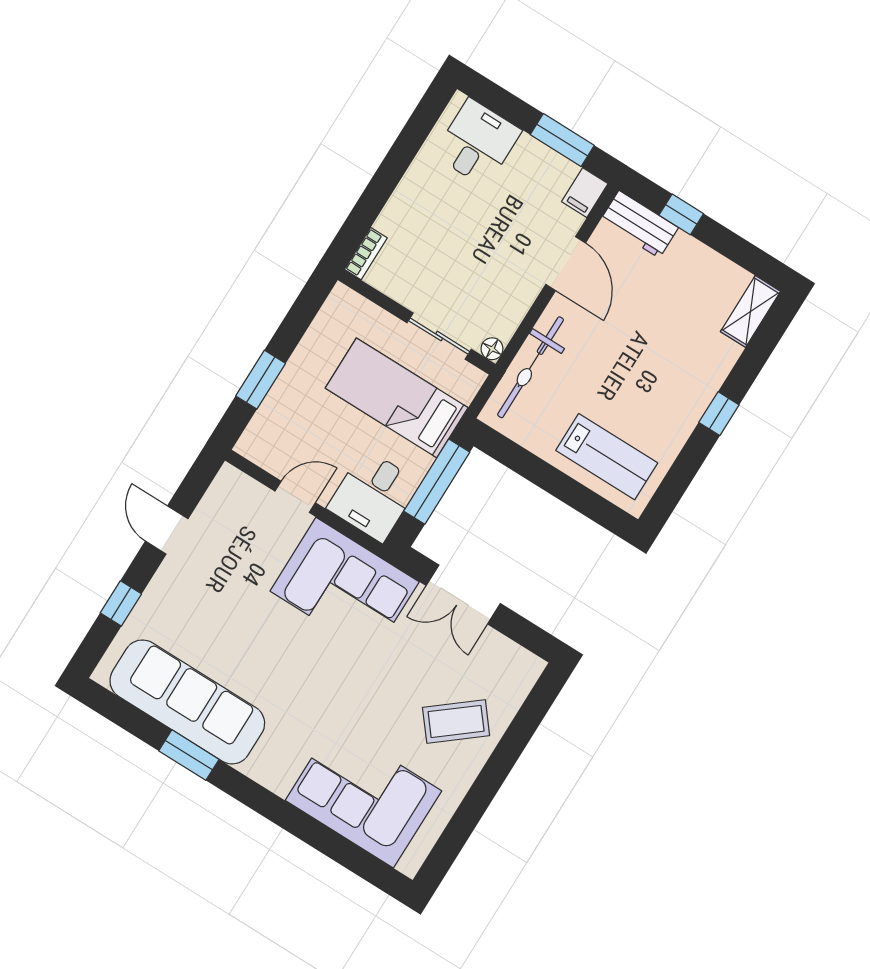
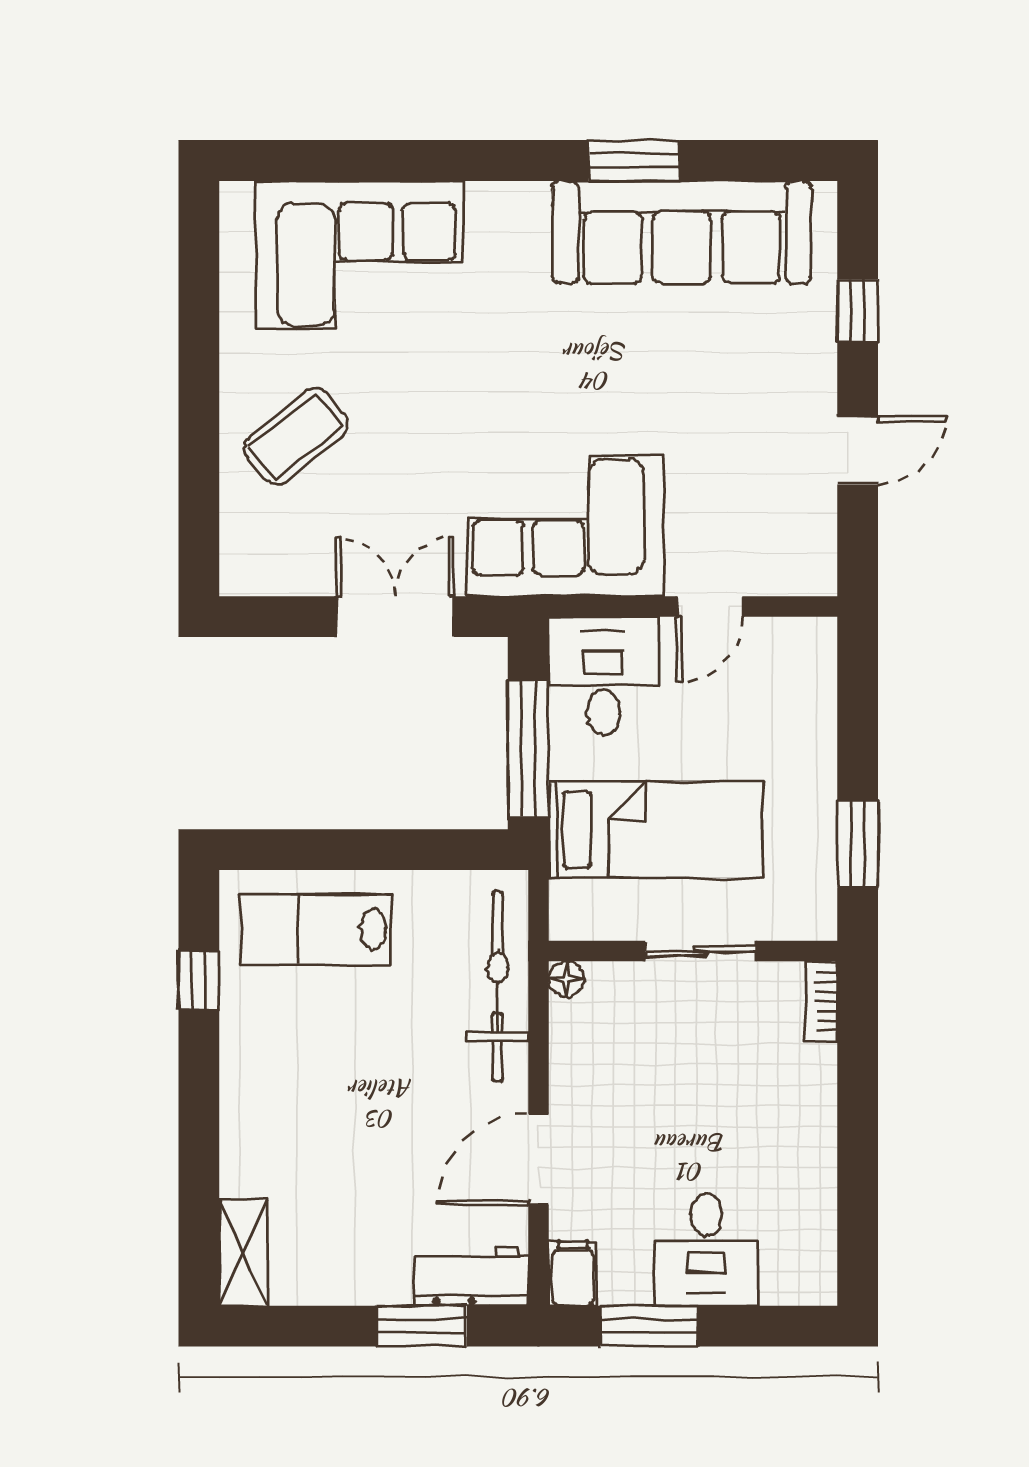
desk: (477, 143) -> (706, 1250), moved
window: (681, 214) -> (422, 1326), width x1.50
door: (566, 264) -> (538, 1159), hinge flipped
sliding door: (439, 336) -> (701, 951), moved
window: (261, 380) -> (858, 844), moved
window: (719, 414) -> (199, 980), moved
door: (167, 530) -> (858, 451), hinge flipped

